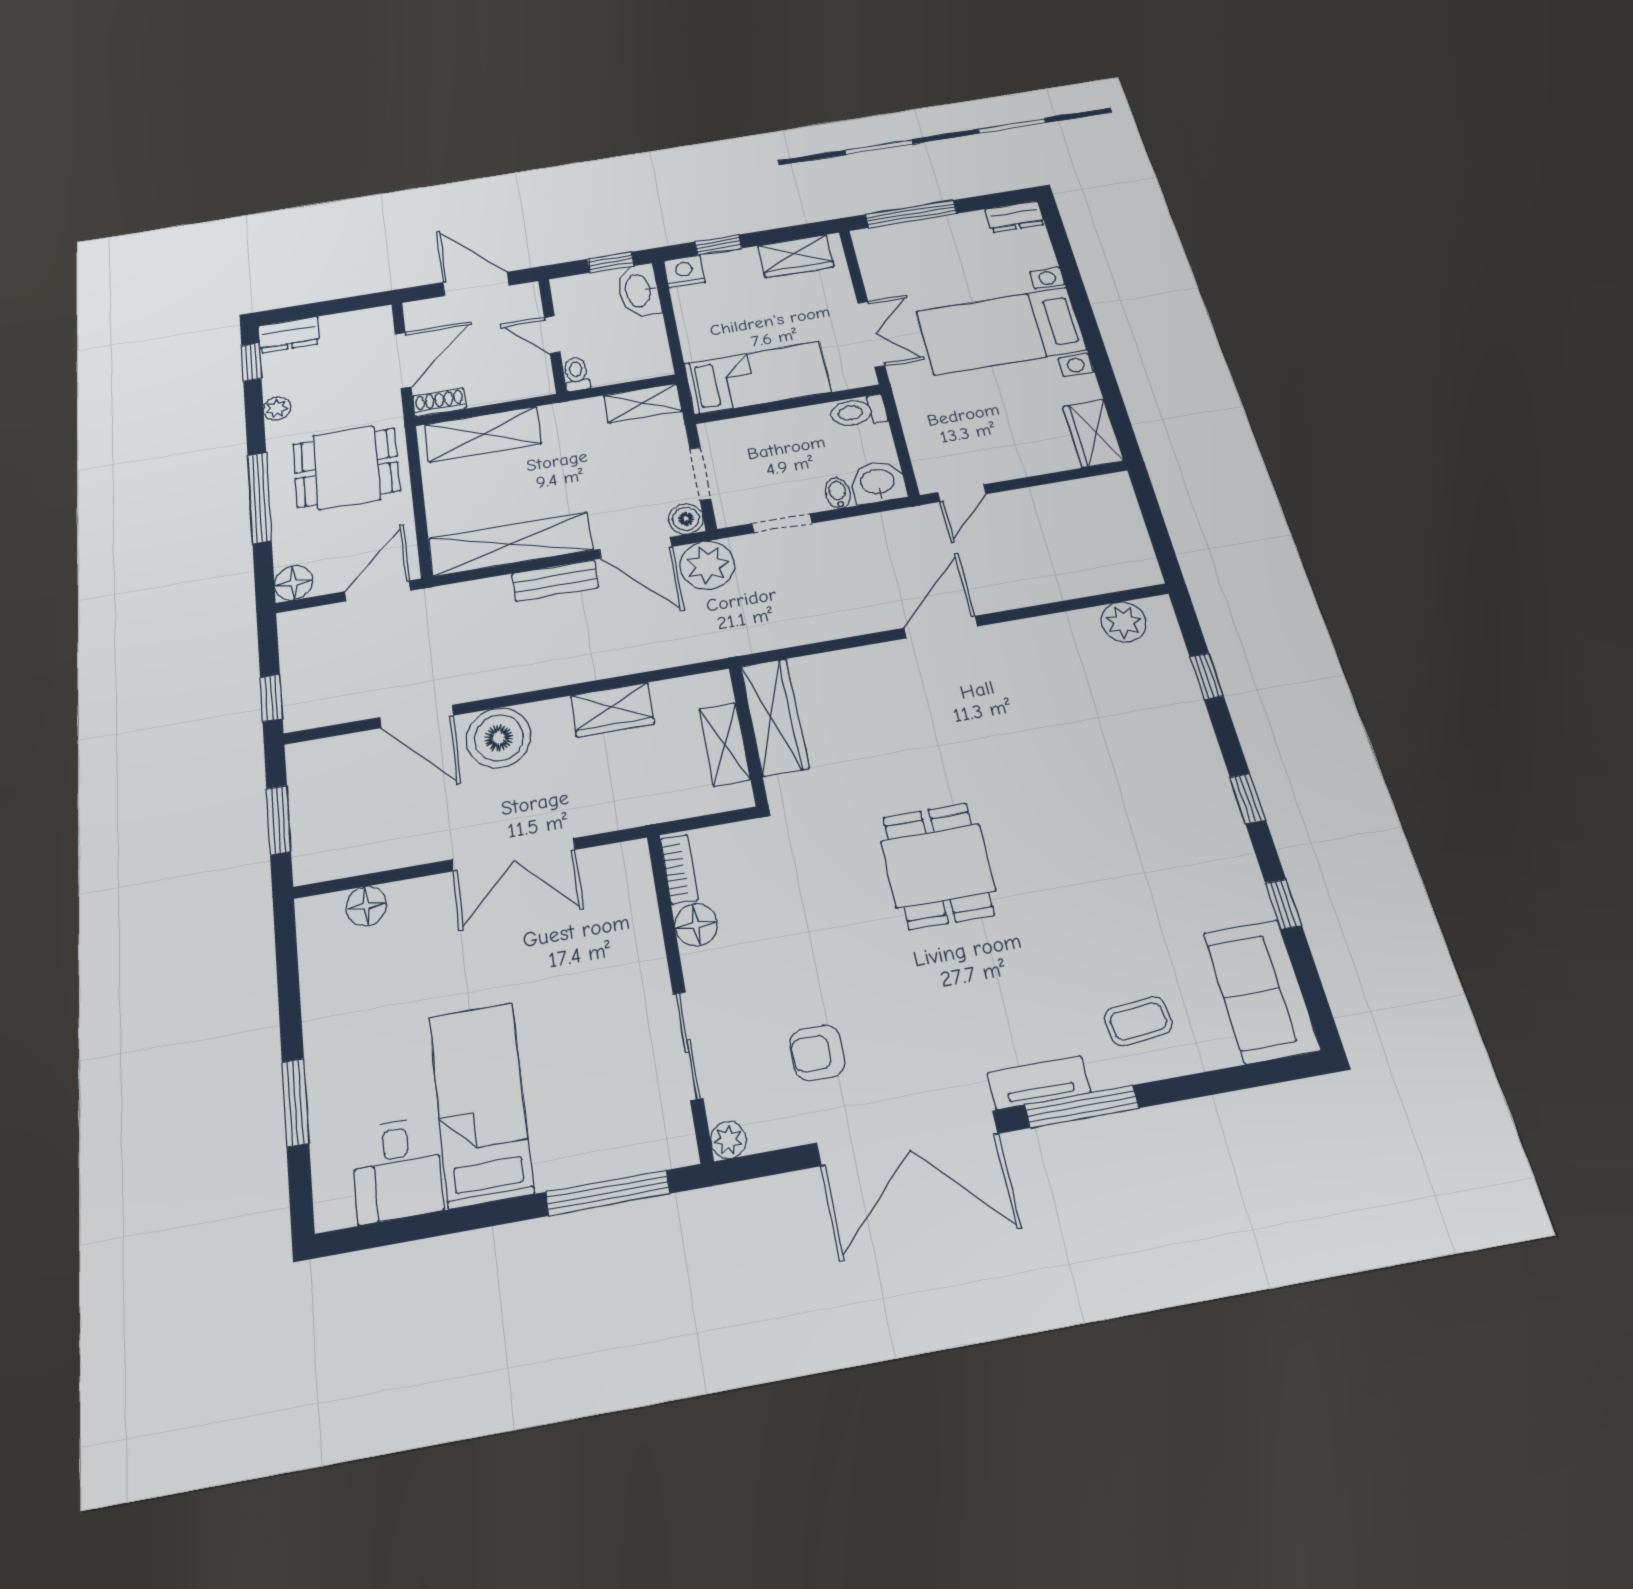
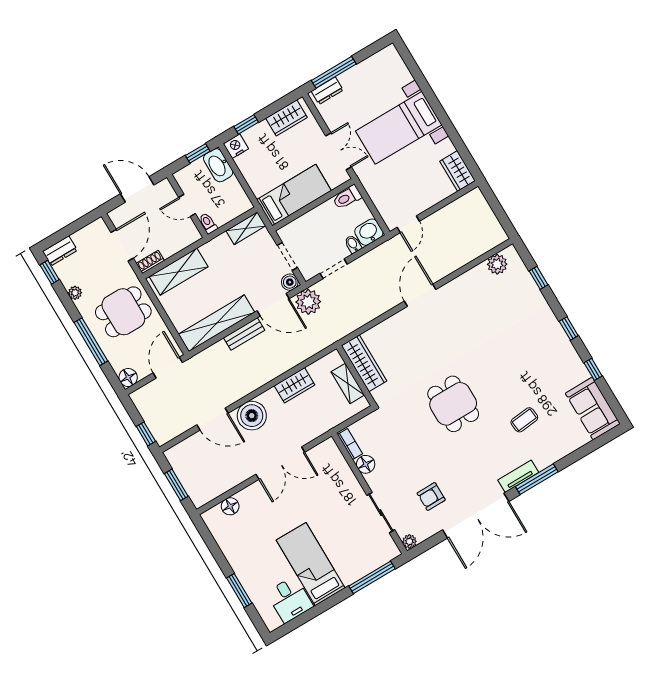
dresser: (1015, 217) -> (327, 91), moved
coffee table: (1138, 1021) -> (524, 420), moved

